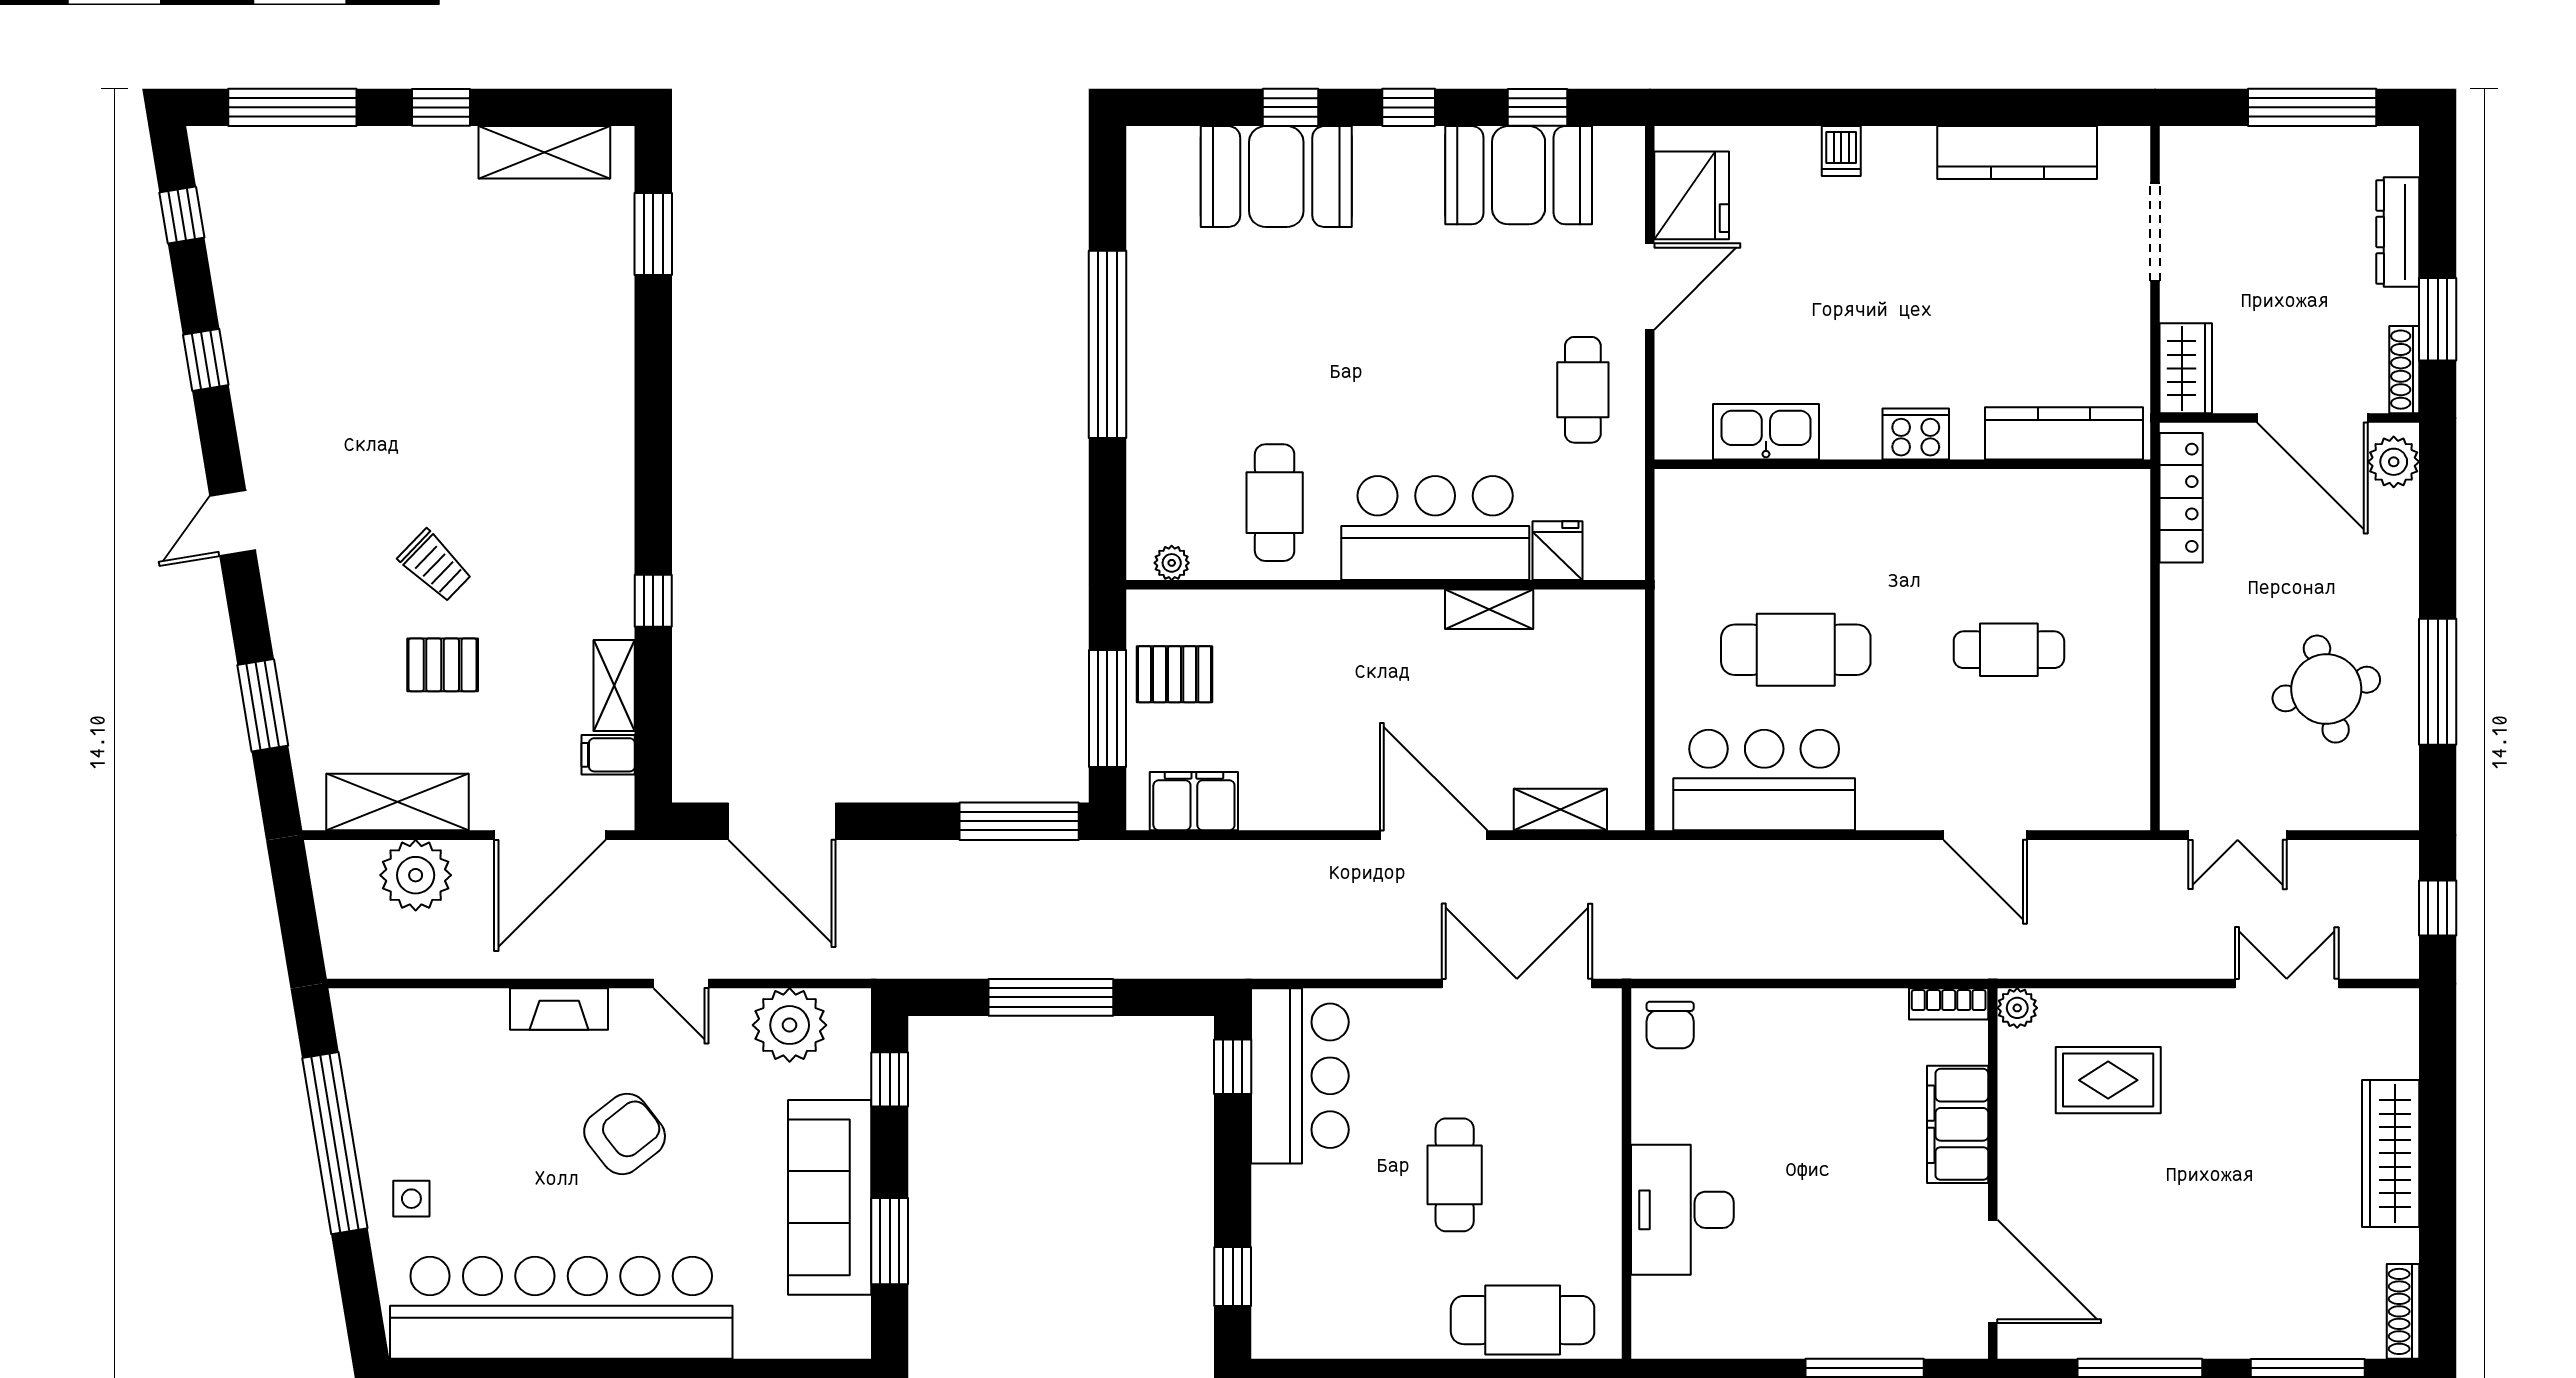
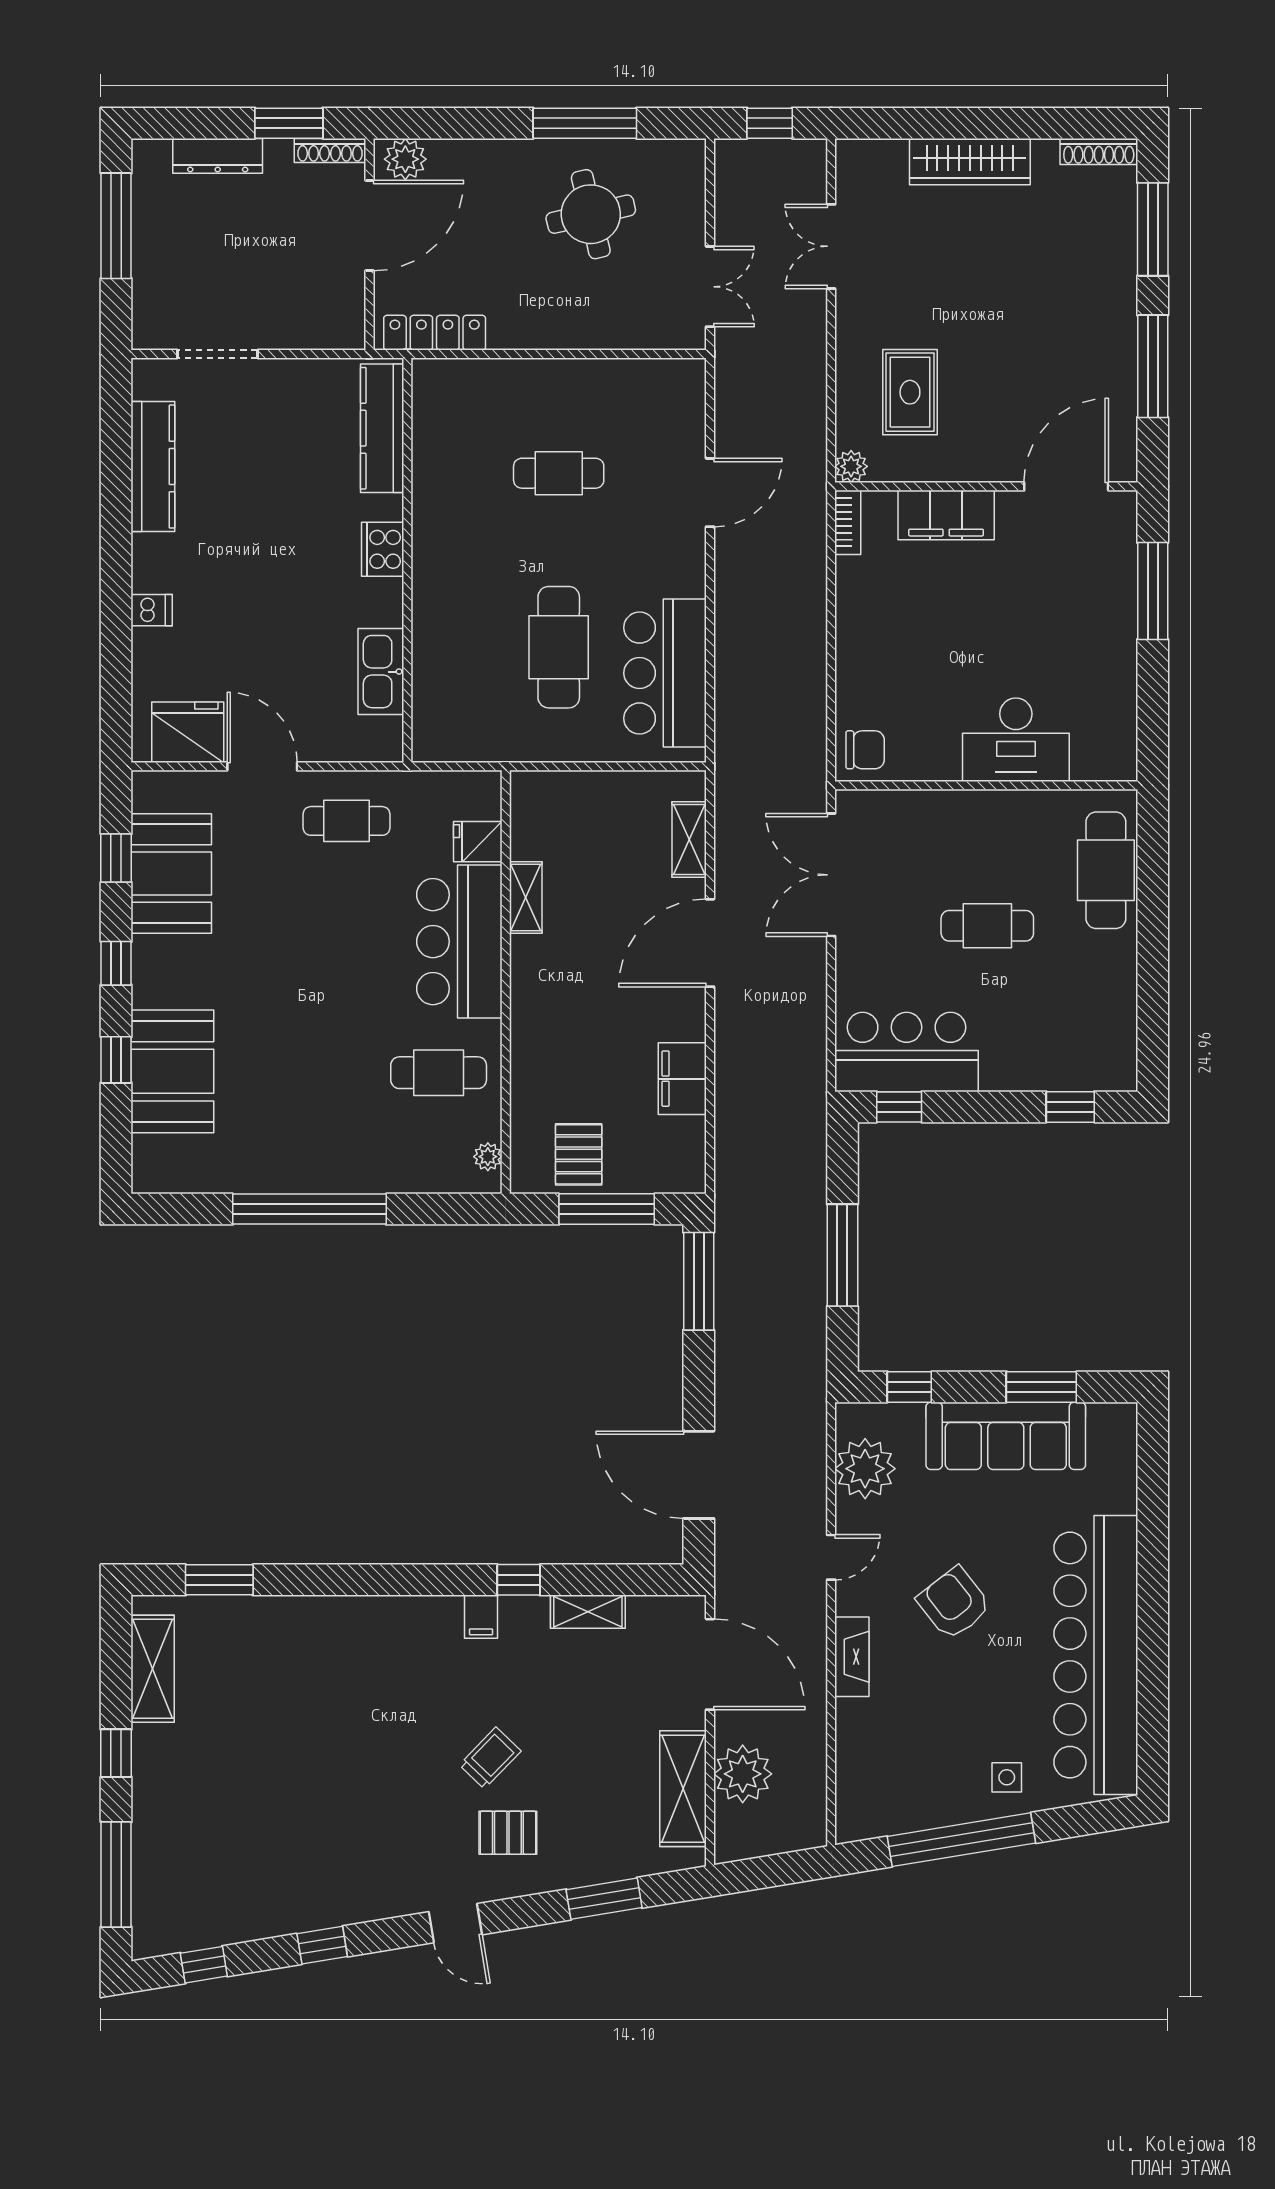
wardrobe: (2186, 368) -> (329, 329), removed
cafe table: (2009, 650) -> (559, 473), turned 90
pallet: (443, 665) -> (508, 1833), moved, turned 90
filing cabinet: (608, 755) -> (481, 1617), moved
filing cabinet: (1194, 801) -> (682, 1079), moved
door: (782, 821) -> (699, 1475), swing flipped

